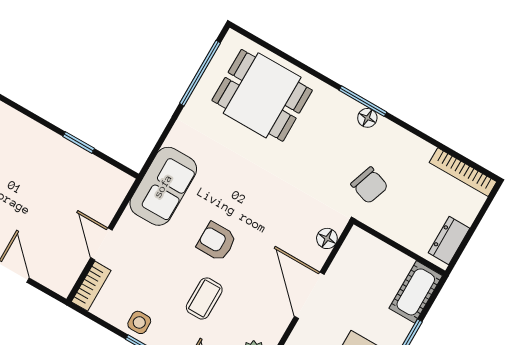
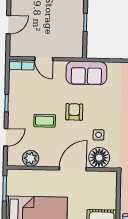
floor lamp: (327, 238) -> (99, 158), width x1.89, depth x1.89
door: (101, 244) -> (44, 59), swing flipped
side table: (139, 322) -> (99, 135), moved

